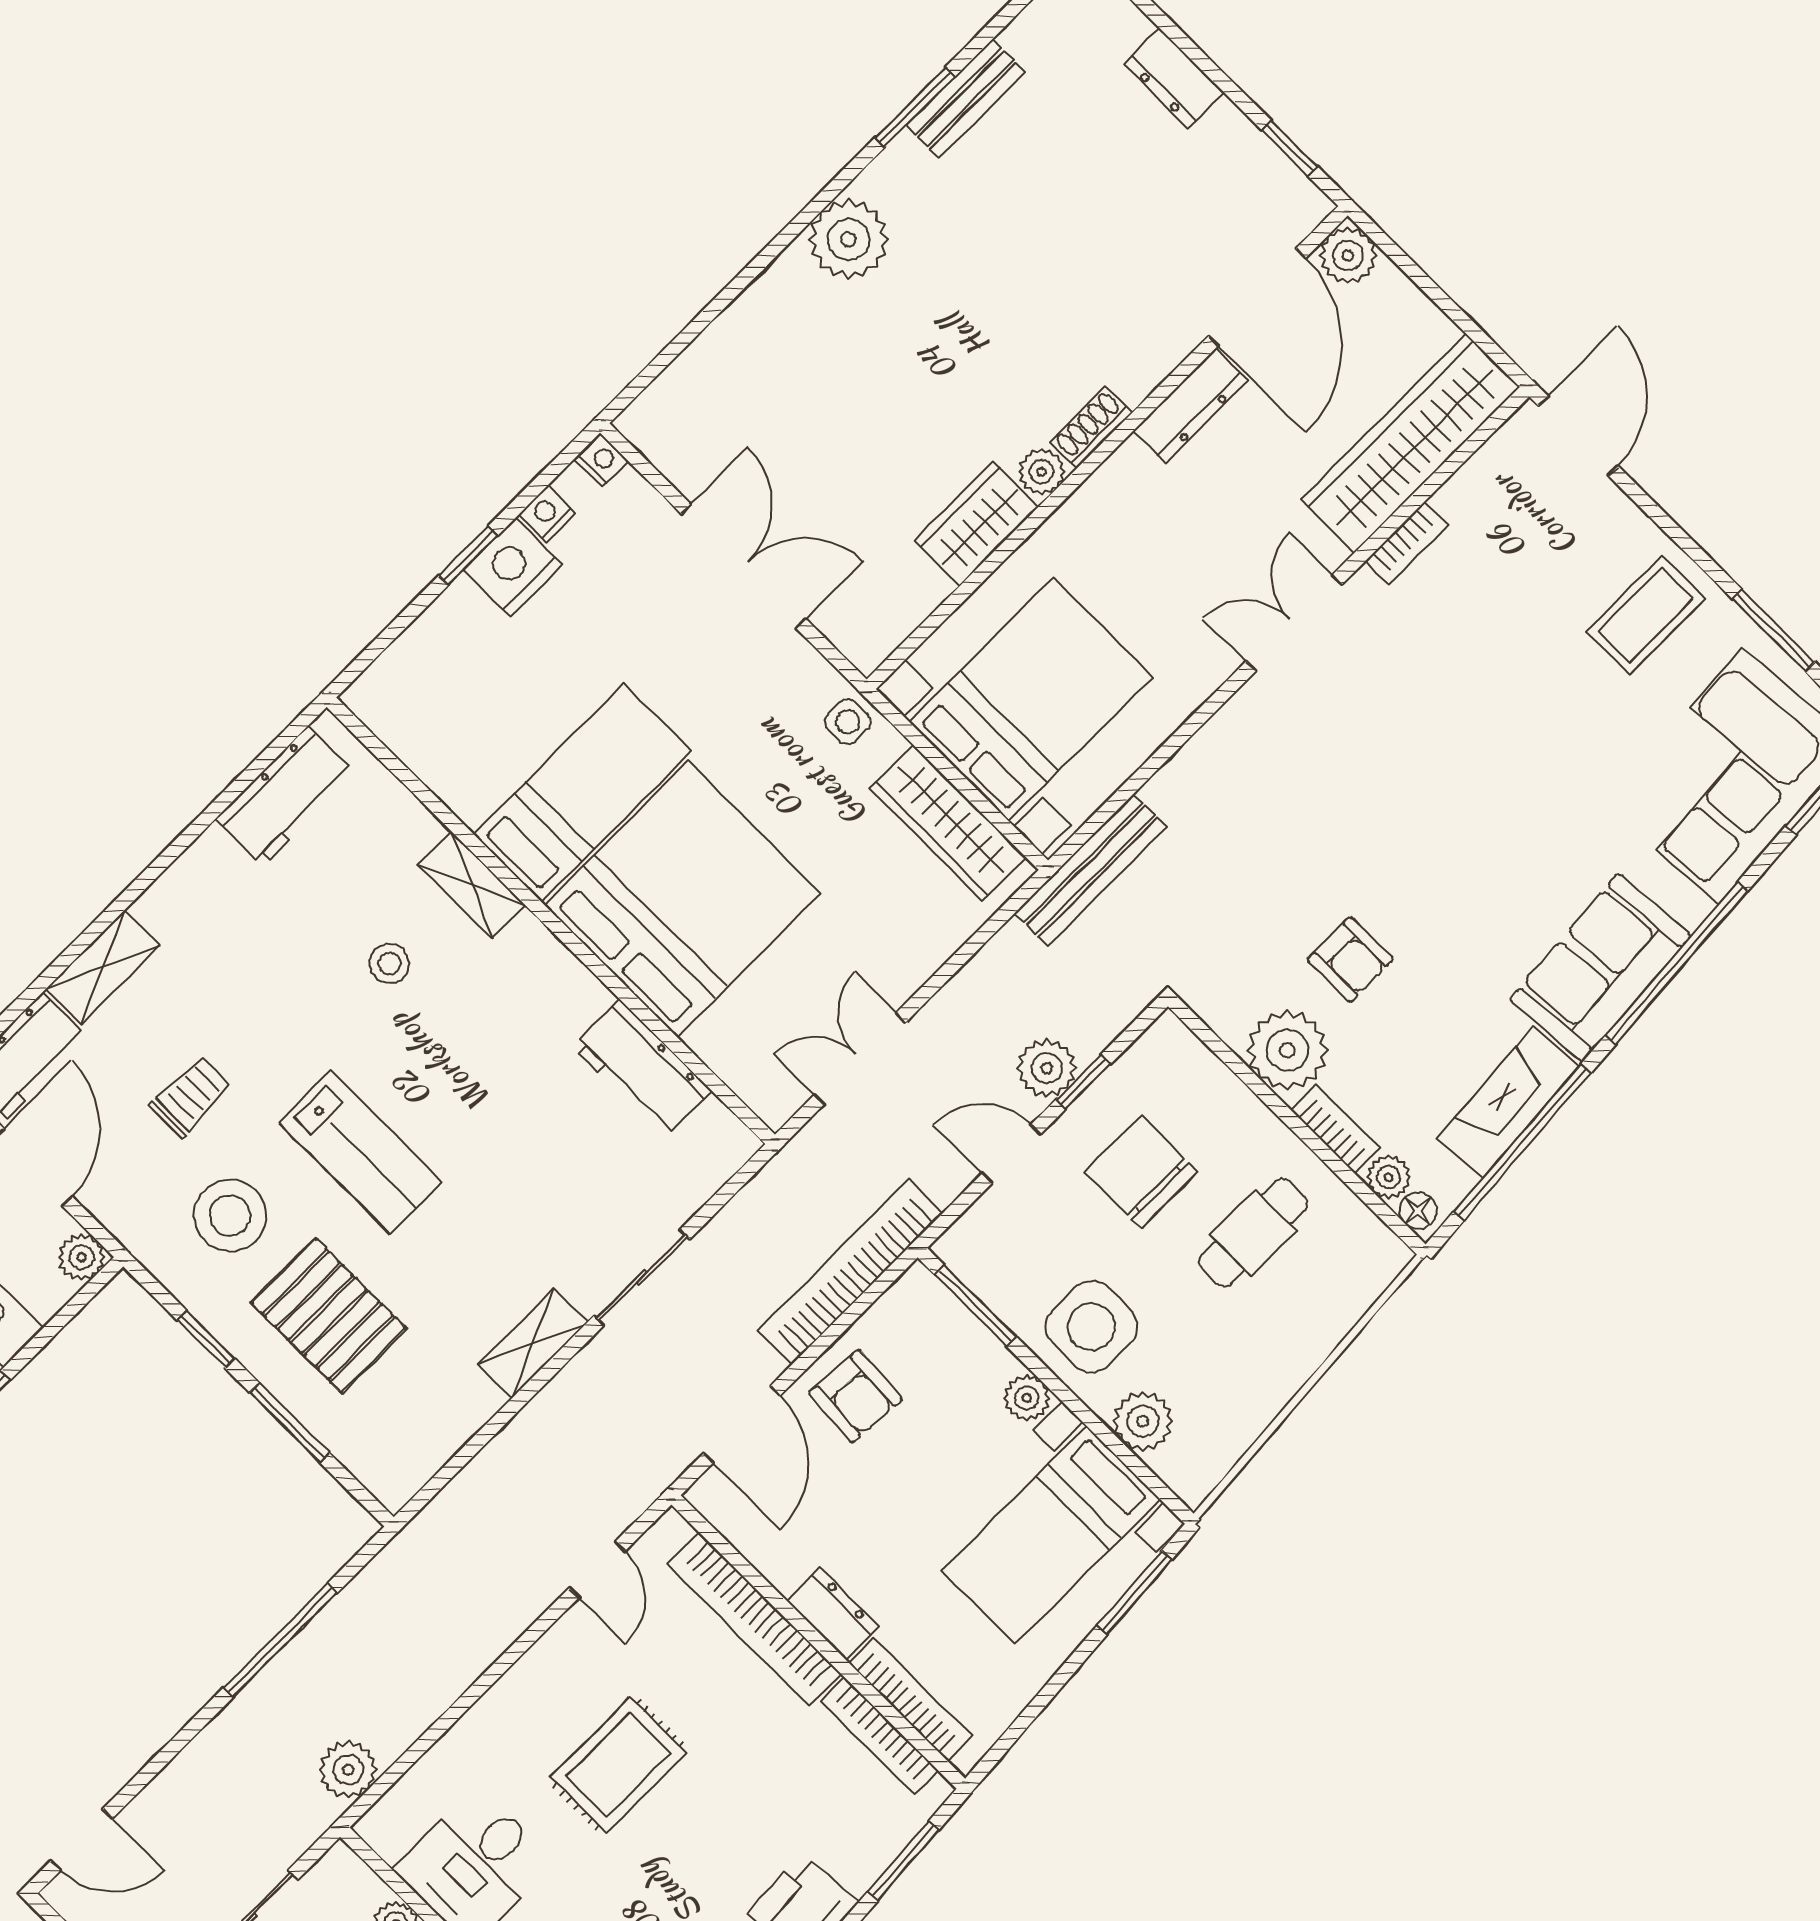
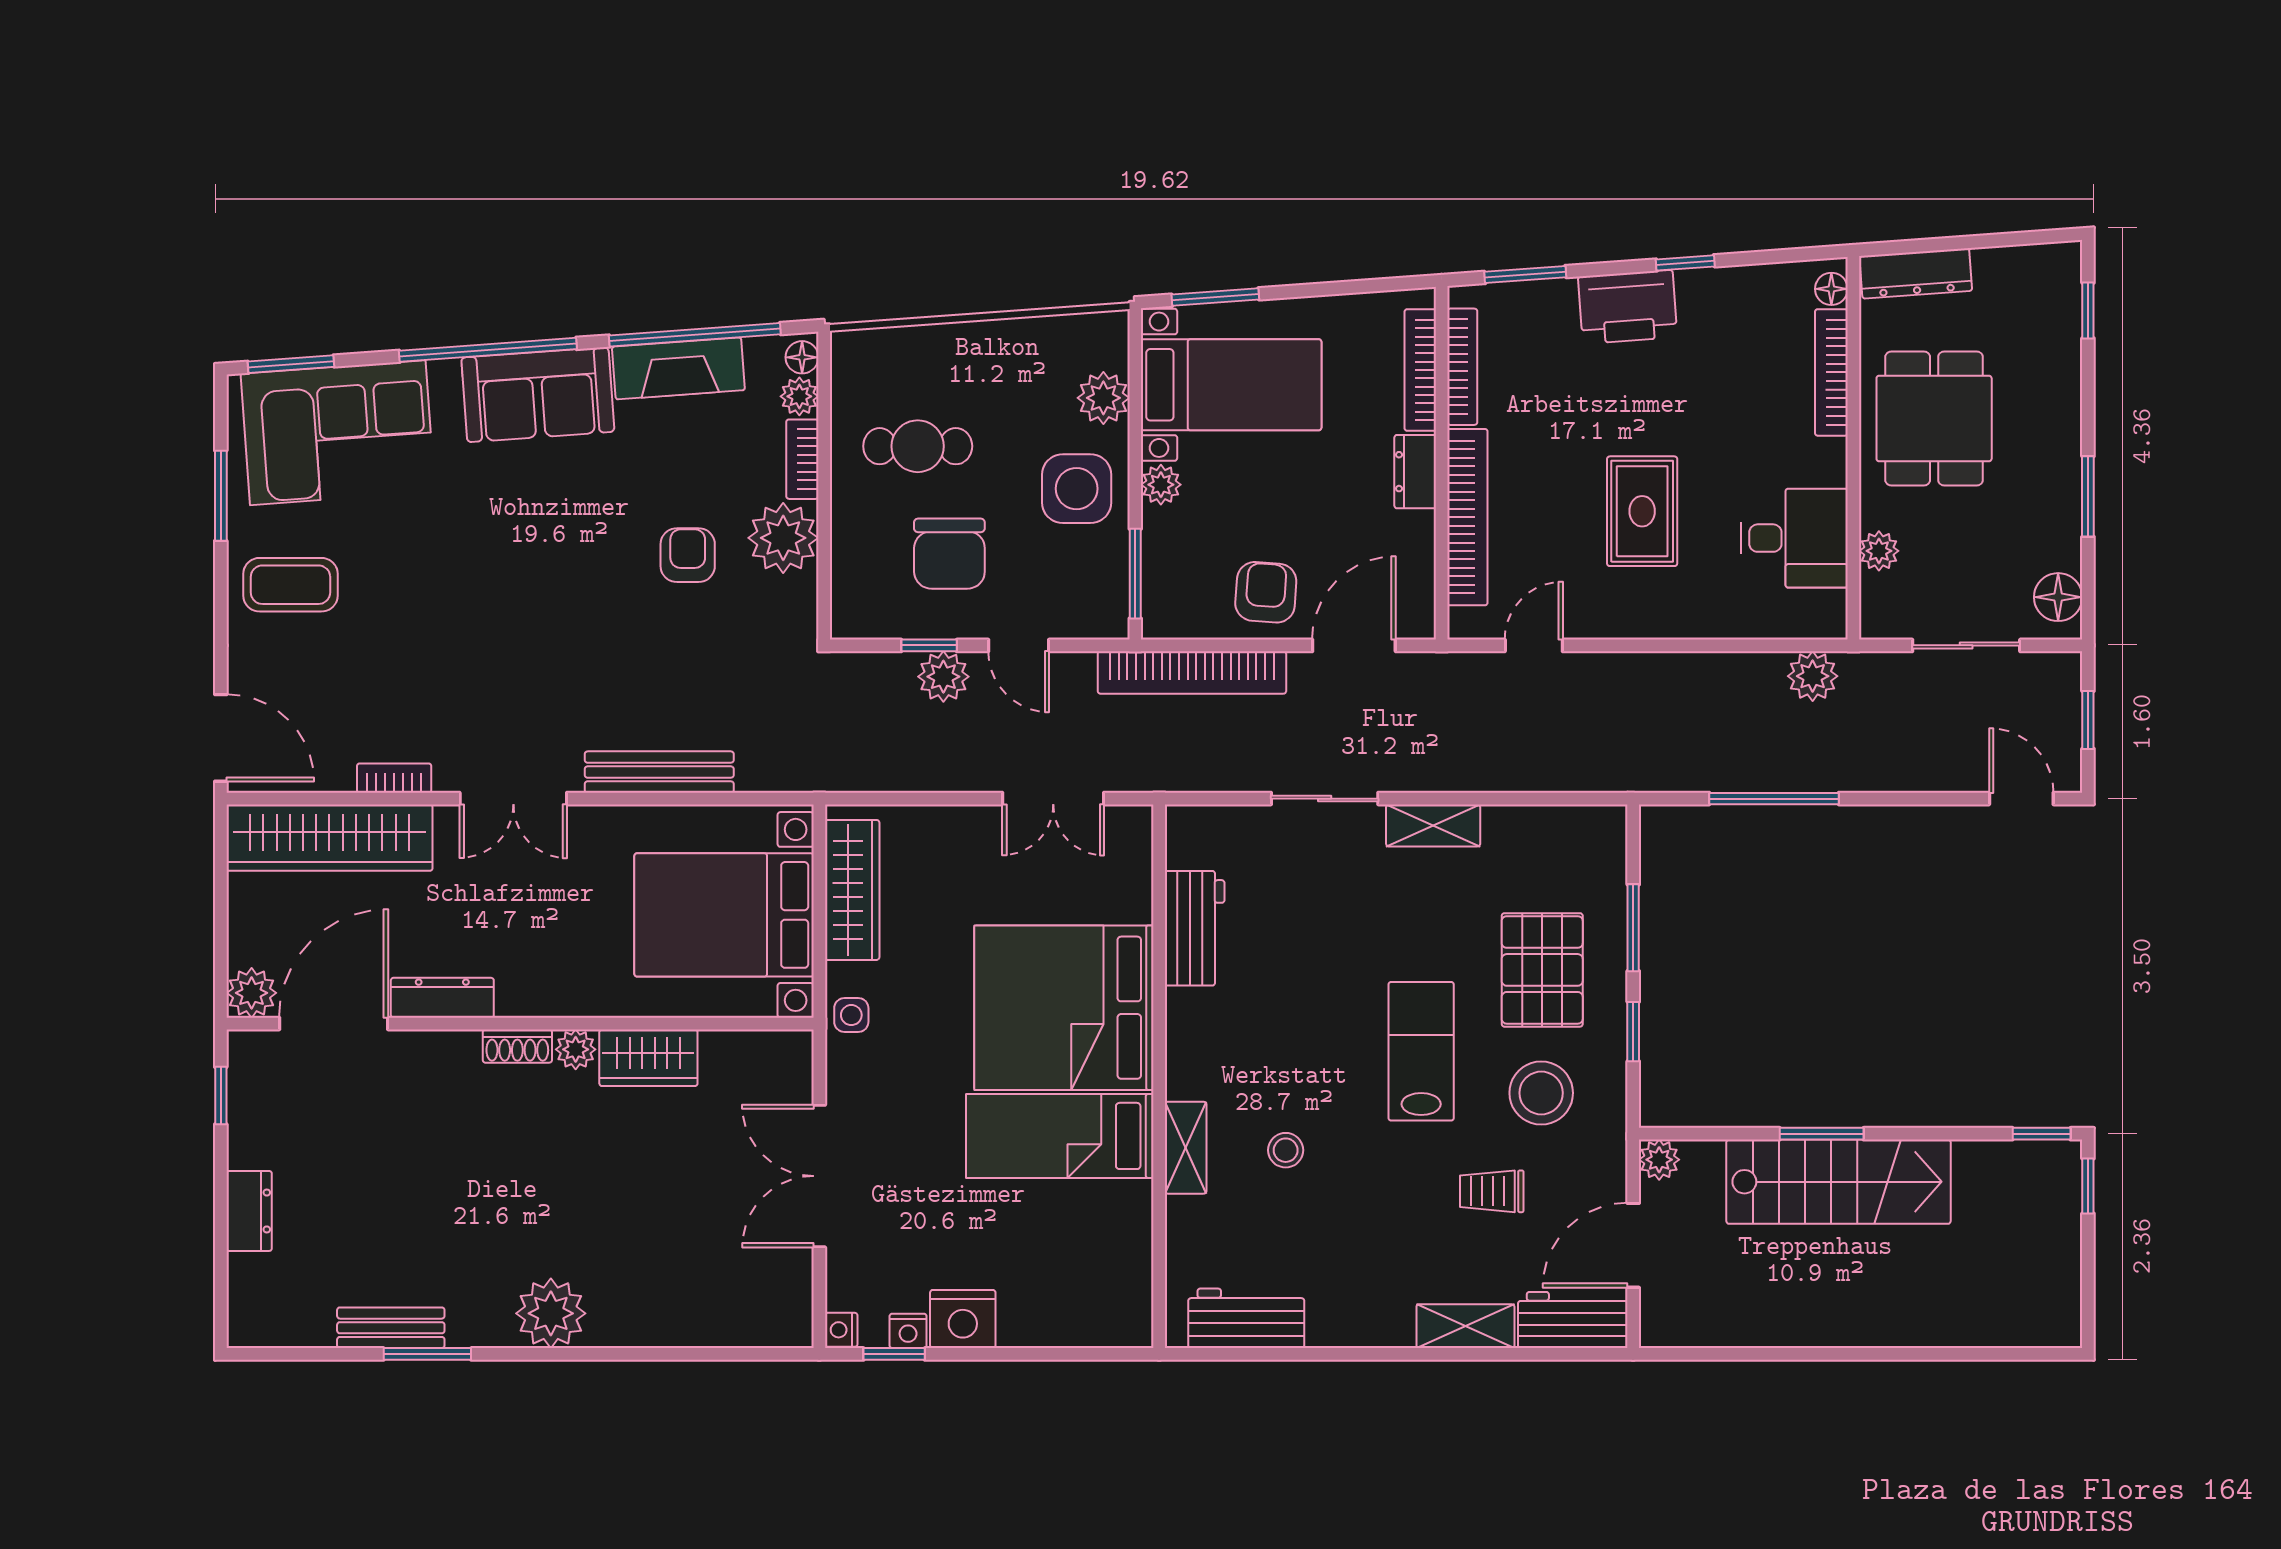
door: (1578, 436) -> (221, 738), swing flipped
window: (468, 555) -> (894, 1354), moved
bench: (1091, 870) -> (659, 772), moved
rug: (618, 1765) -> (1642, 511), turned 90

